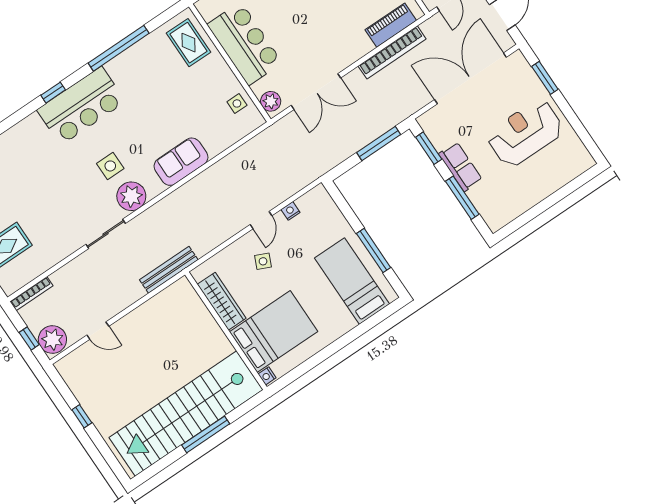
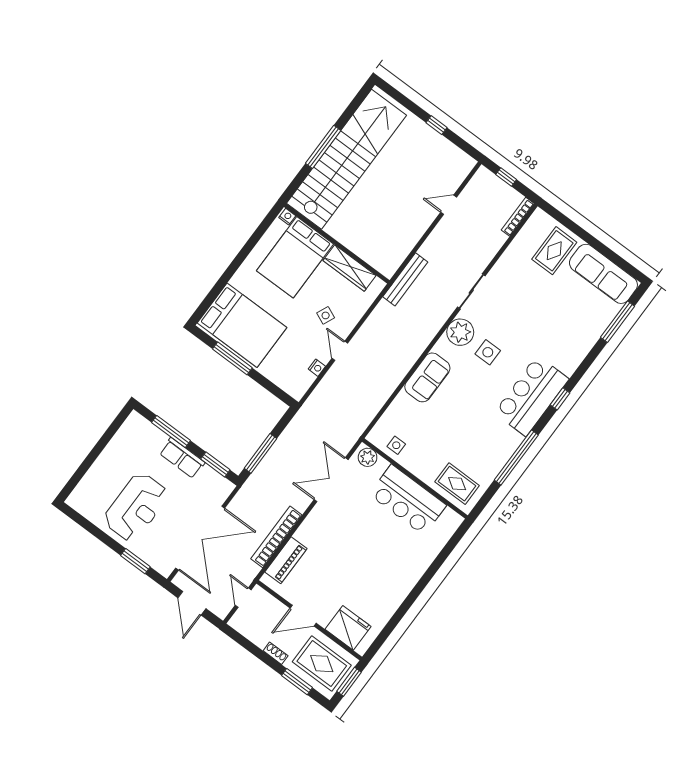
bed: (352, 281) -> (242, 325), width x1.50
plant: (52, 340) -> (486, 183), removed

